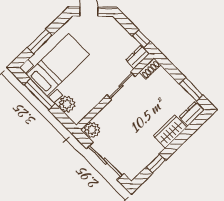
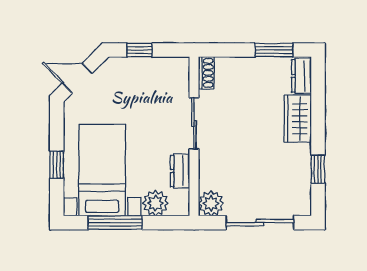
window: (141, 39) -> (139, 50), moved
window: (40, 41) -> (57, 165), width x0.67
dresser: (138, 57) -> (180, 171), moved

